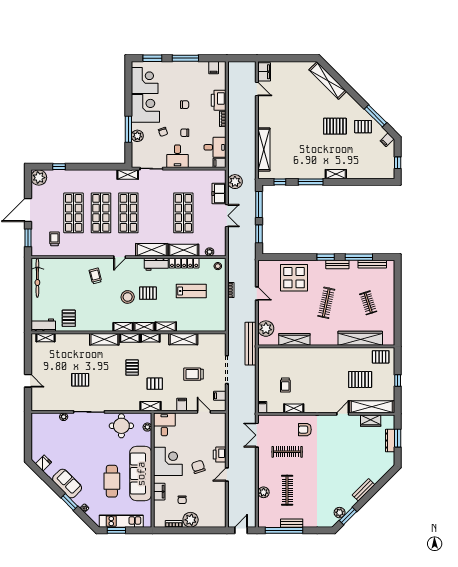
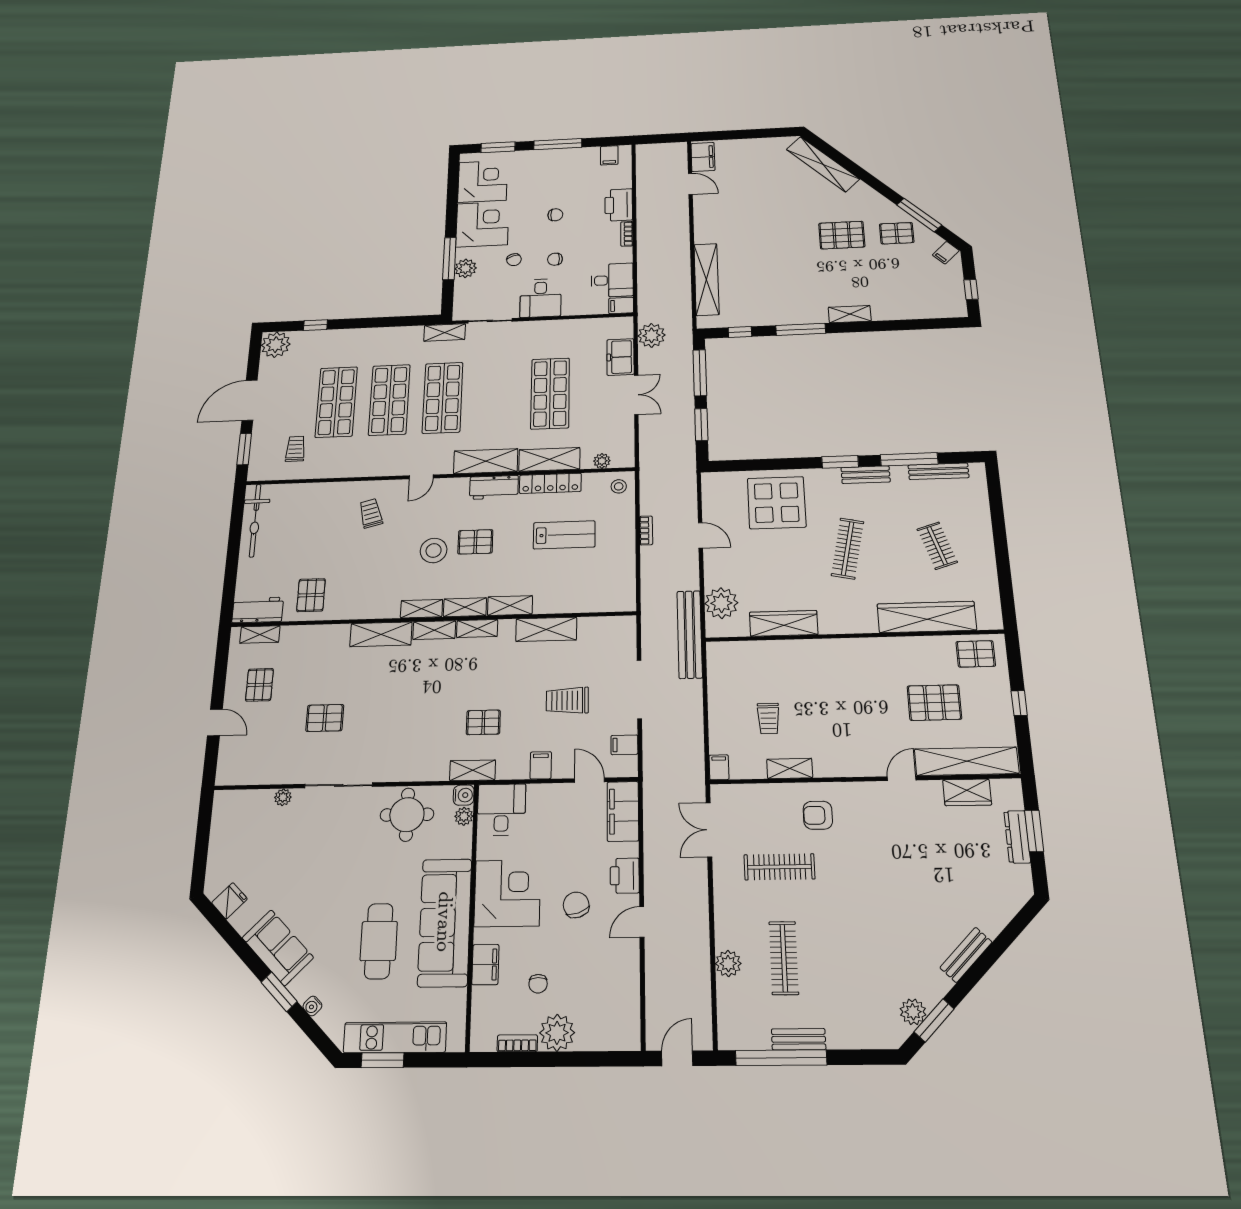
pallet: (132, 368) -> (260, 685), moved
water cooler: (147, 417) -> (464, 795), added
filing cabinet: (219, 426) -> (623, 811), added

